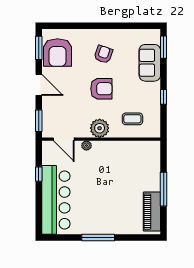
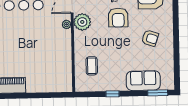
armchair: (101, 89) -> (118, 18), moved
plant: (100, 128) -> (82, 22), moved
window: (164, 189) -> (28, 96), removed

